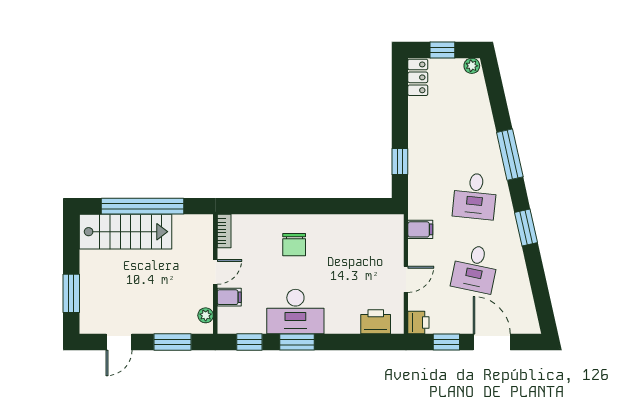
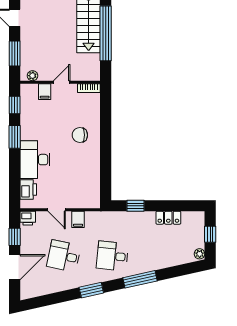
locker: (418, 77) -> (168, 218), moved
filing cabinet: (420, 229) -> (78, 219), moved
door: (215, 272) -> (62, 82), swing flipped
desk: (295, 312) -> (35, 160), moved

